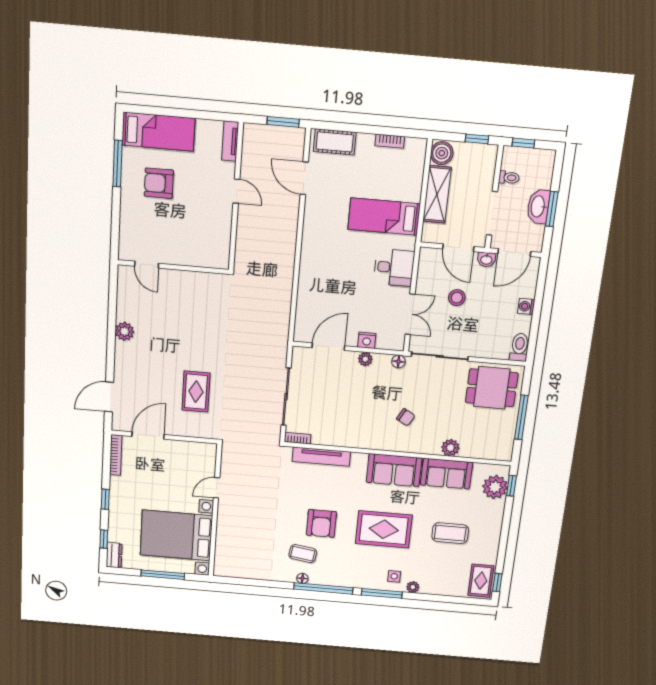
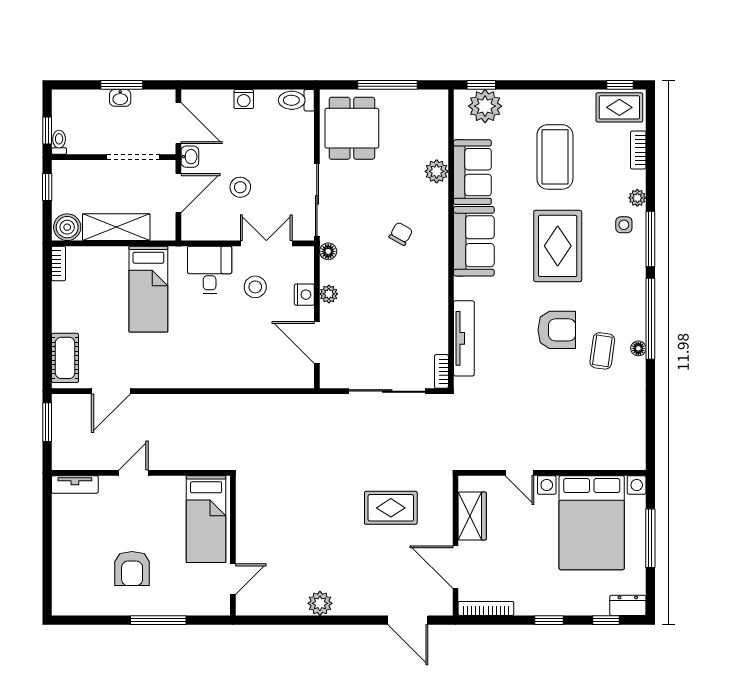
bed: (158, 132) -> (206, 519), moved, turned 180
bookcase: (390, 141) -> (59, 263), moved
window: (118, 164) -> (158, 620), moved
toilet: (509, 178) -> (59, 142), moved
washbasin: (538, 207) -> (120, 98), width x0.52, depth x0.69
stool: (377, 303) -> (255, 287), added
wardrobe: (186, 451) -> (472, 516), added
coffee table: (450, 533) -> (555, 157), width x1.36, depth x1.32
bookcase: (448, 591) -> (638, 150), added

